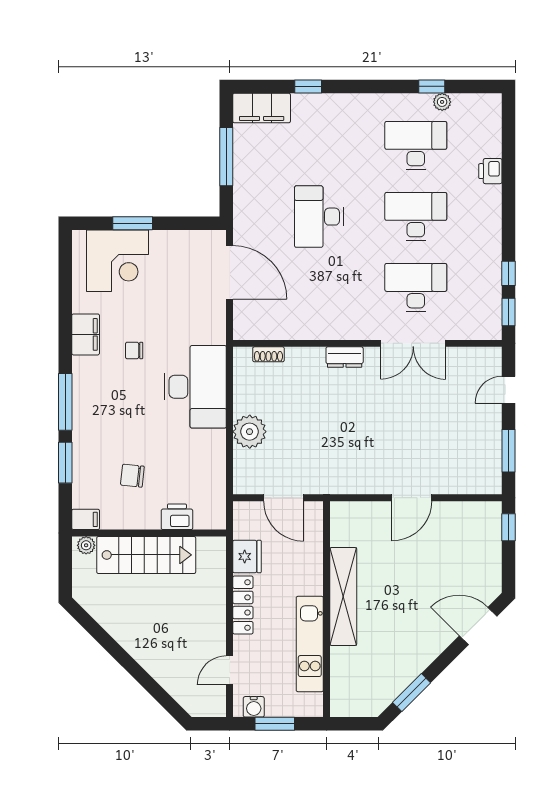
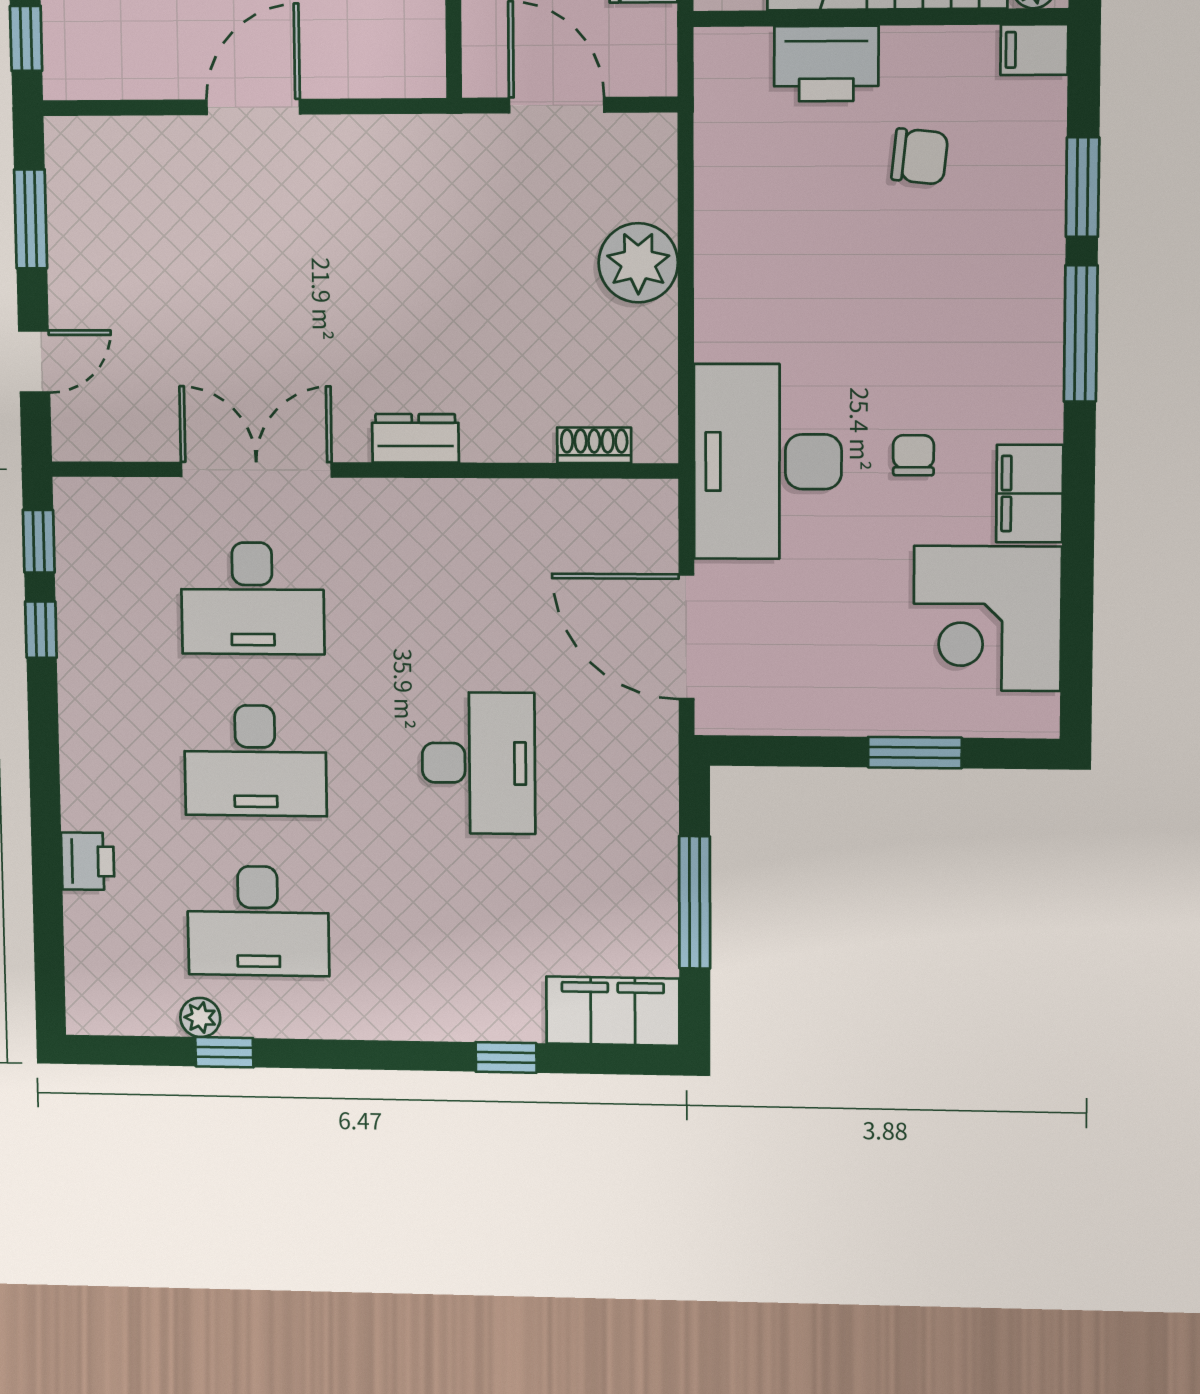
corner desk: (117, 261) -> (987, 618), moved, turned -90
chair: (134, 350) -> (913, 455), turned -90
desk: (195, 387) -> (768, 462), moved
printer: (177, 517) -> (826, 64), width x1.37, depth x1.19

